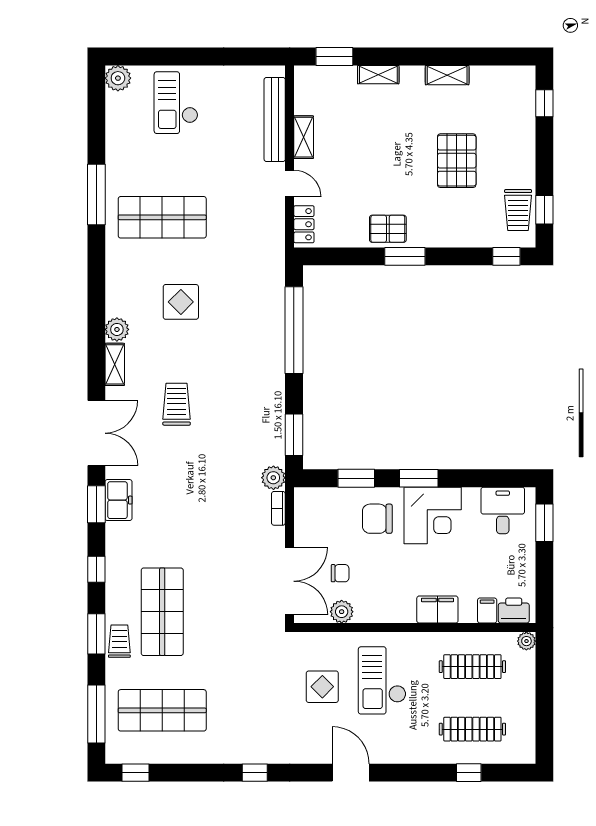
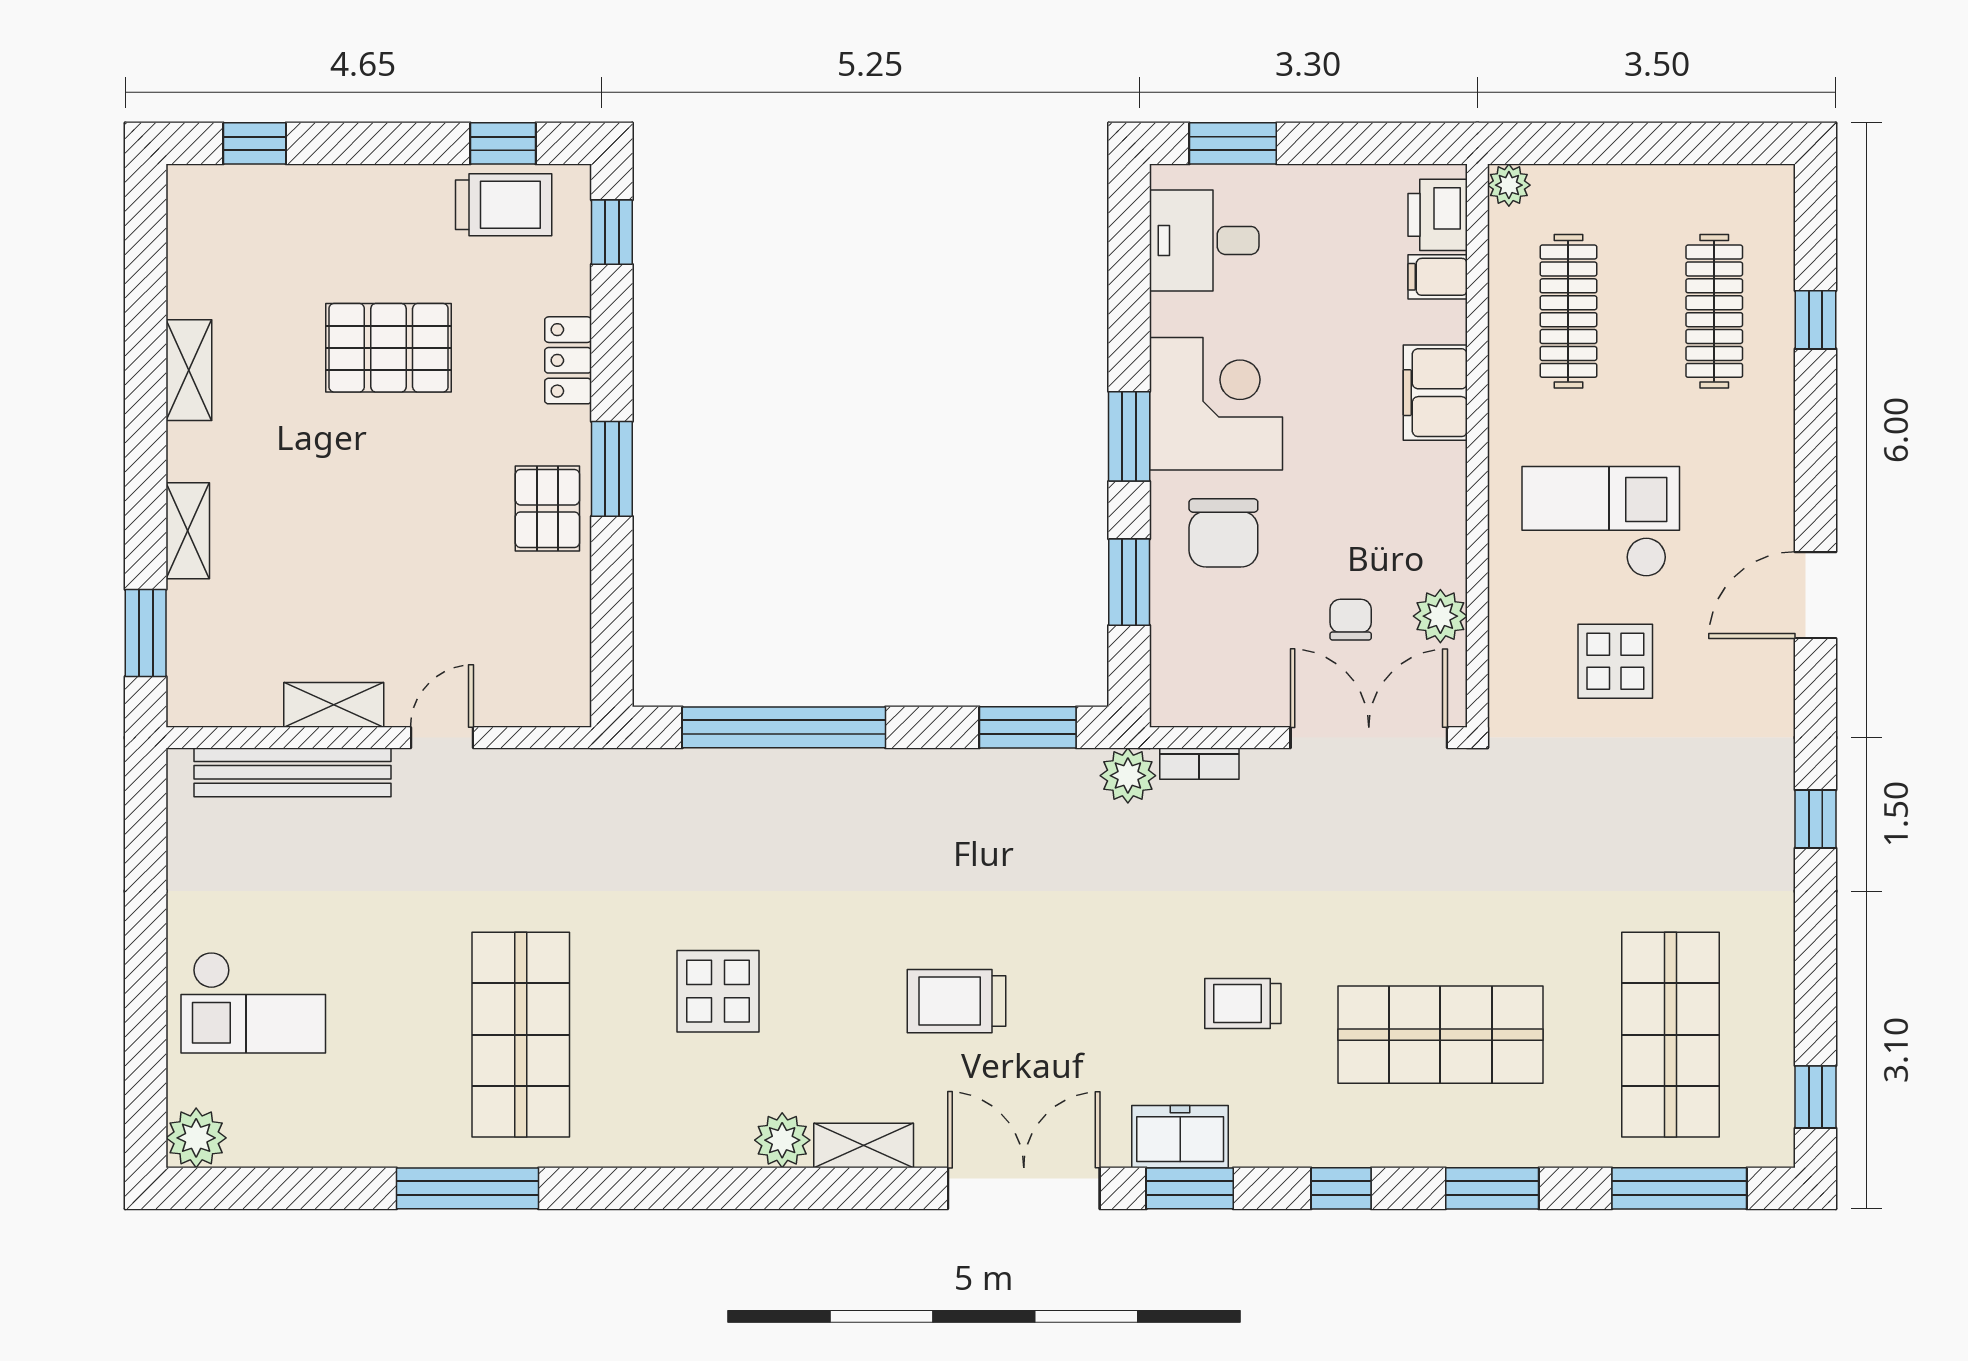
locker: (304, 224) -> (568, 360), moved, turned -90
trolley: (119, 641) -> (1243, 1004), moved
checkout: (382, 680) -> (1601, 522), turned 180

